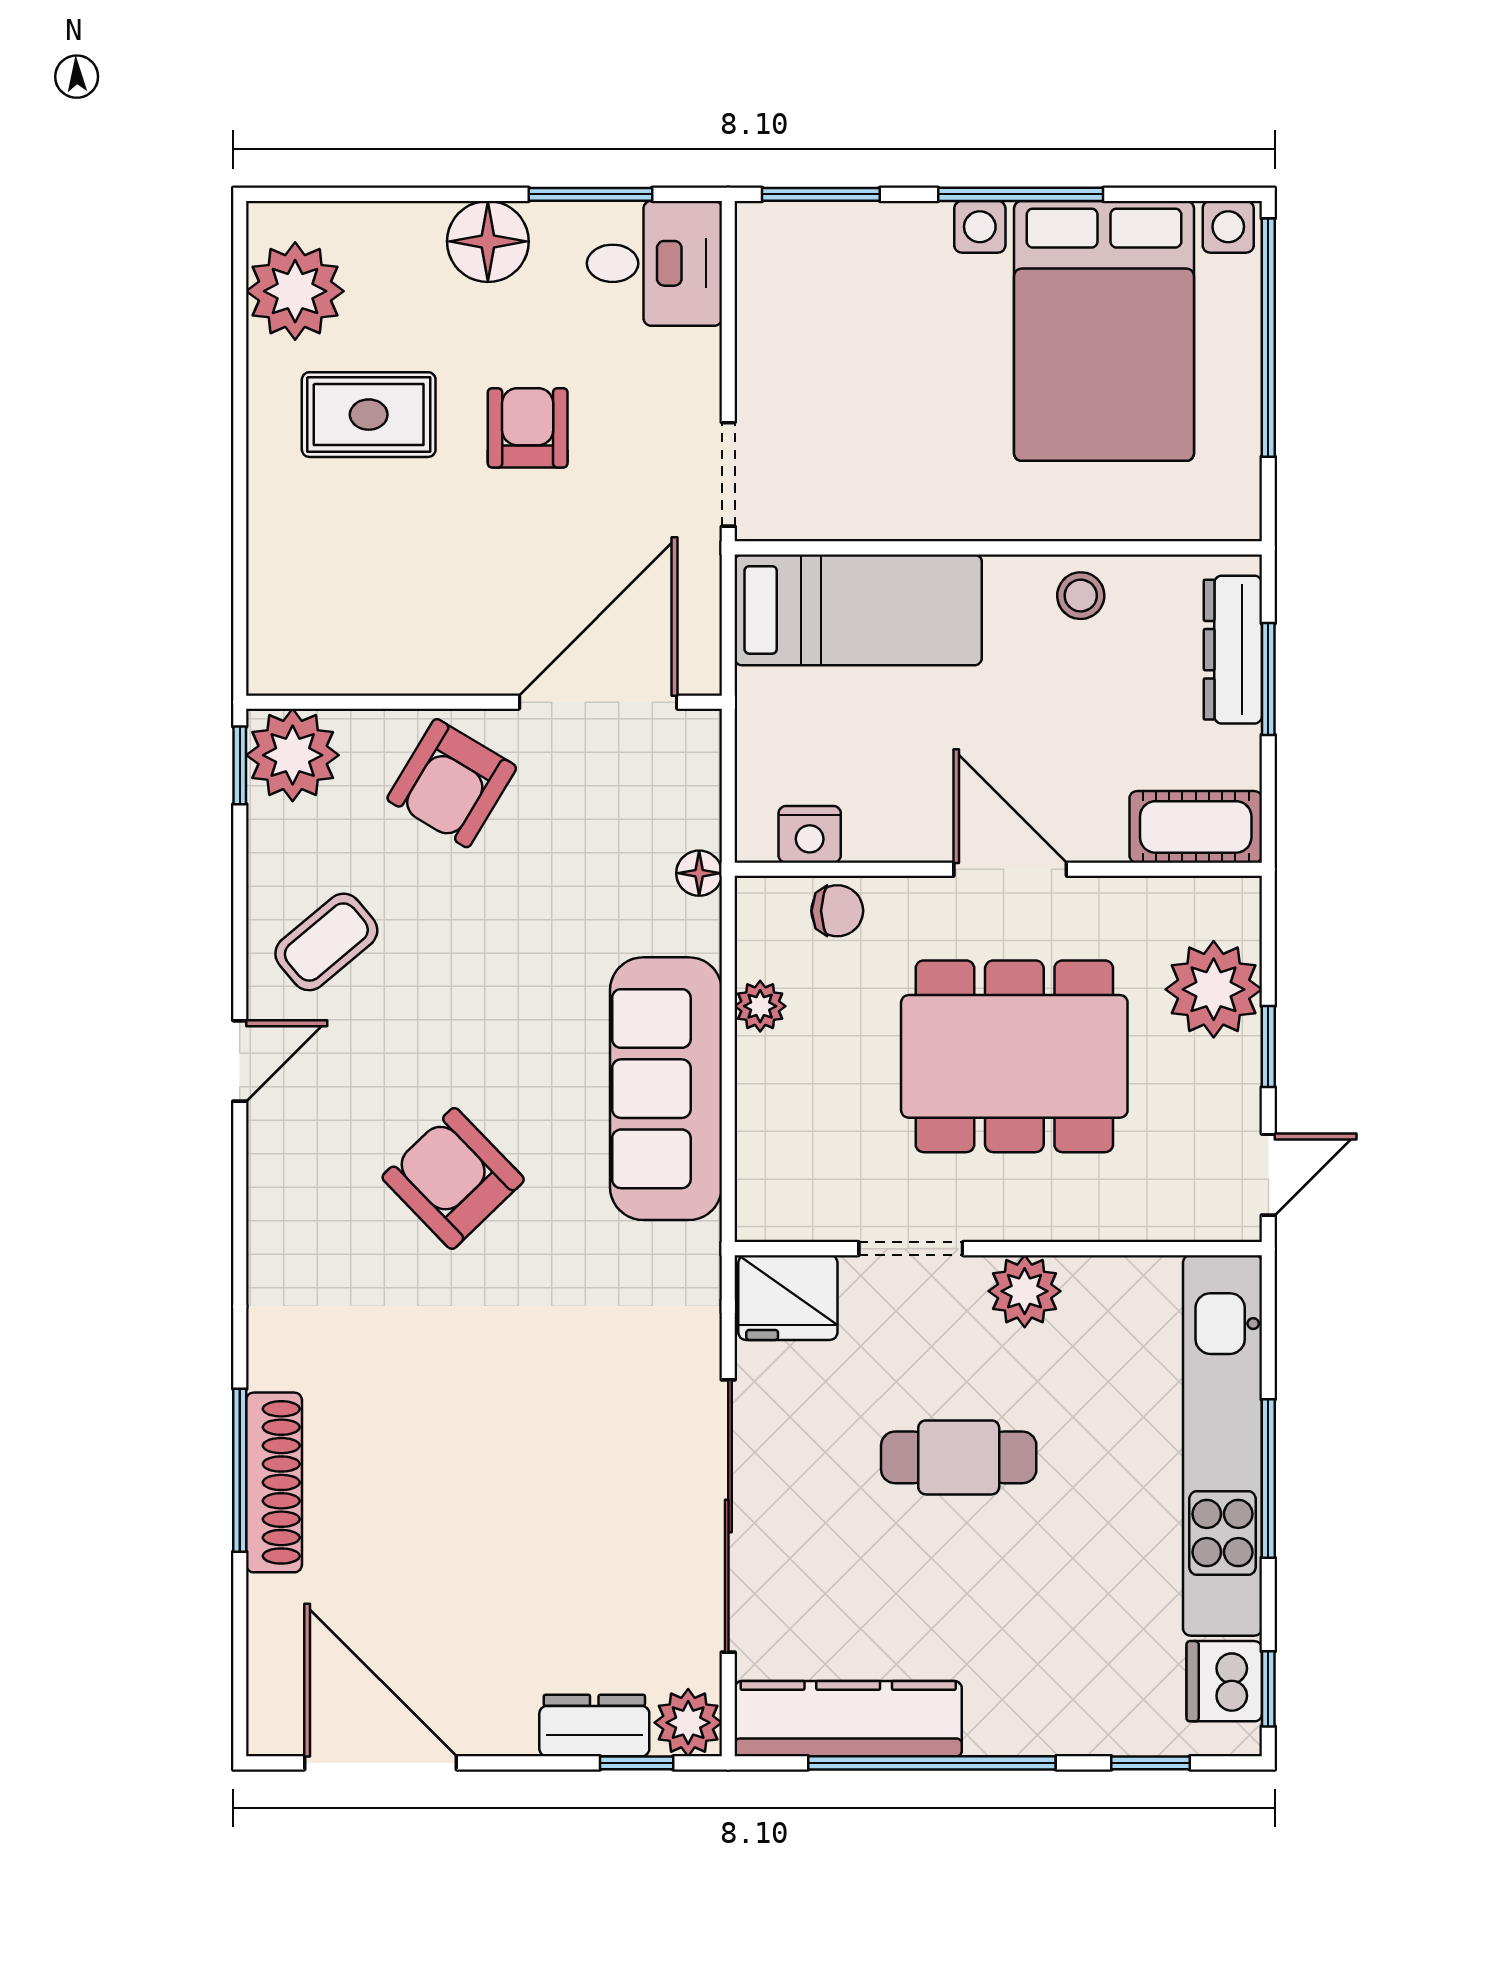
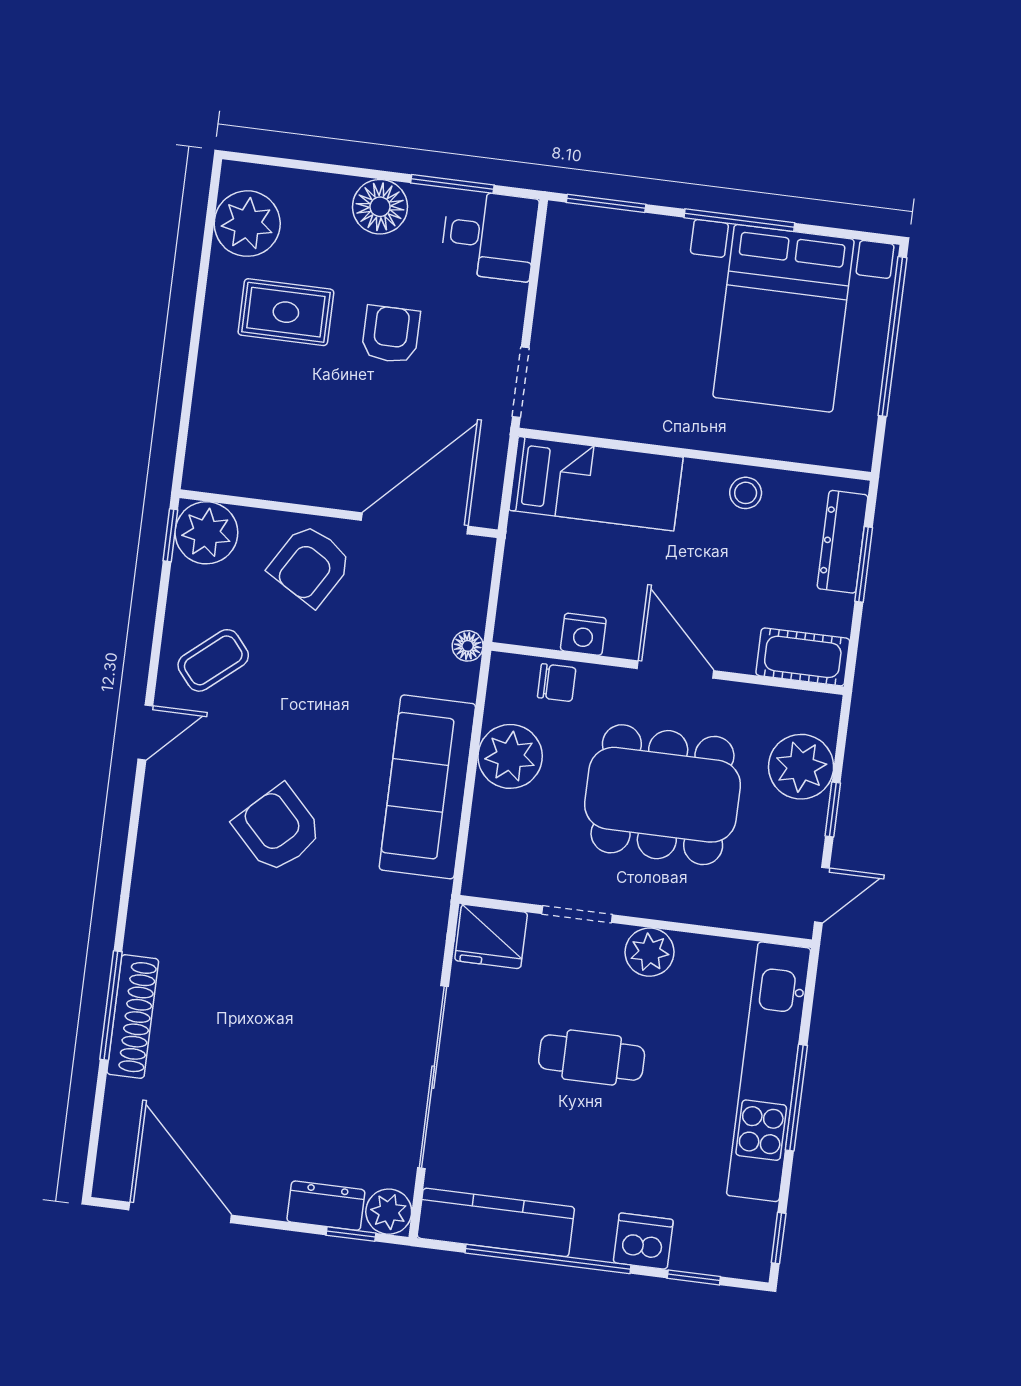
nightstand: (810, 834) -> (583, 634), moved
plant: (760, 1006) -> (510, 756), width x1.88, depth x1.88
dishwasher: (1224, 1681) -> (643, 1241), moved, turned 90

